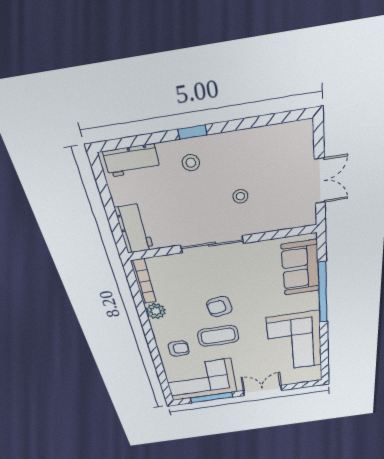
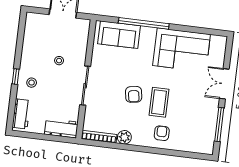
corner sofa: (201, 380) -> (198, 127), removed

